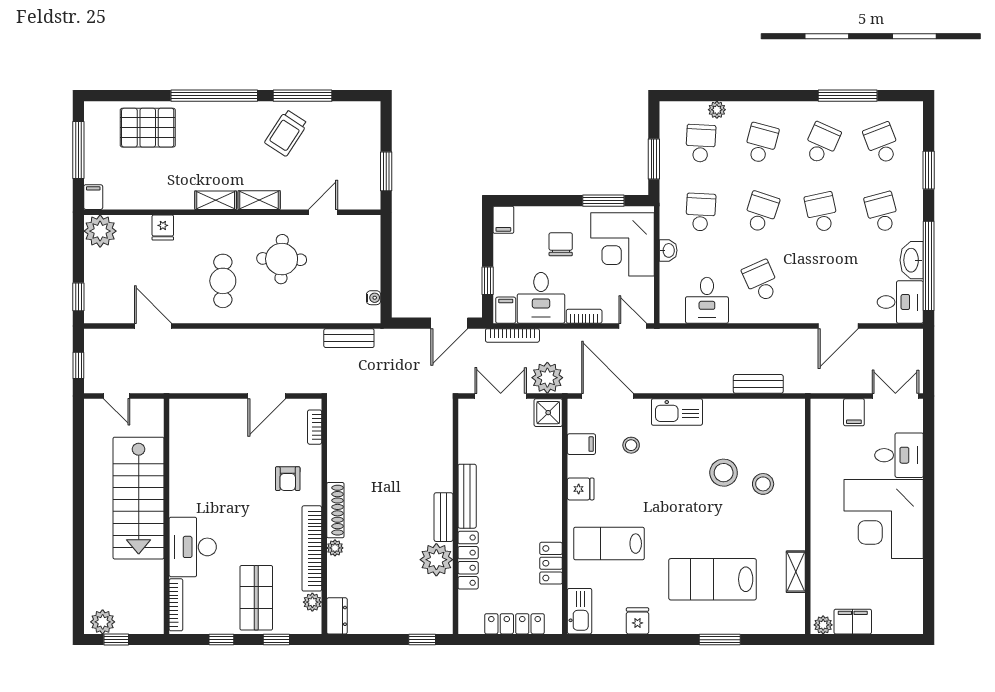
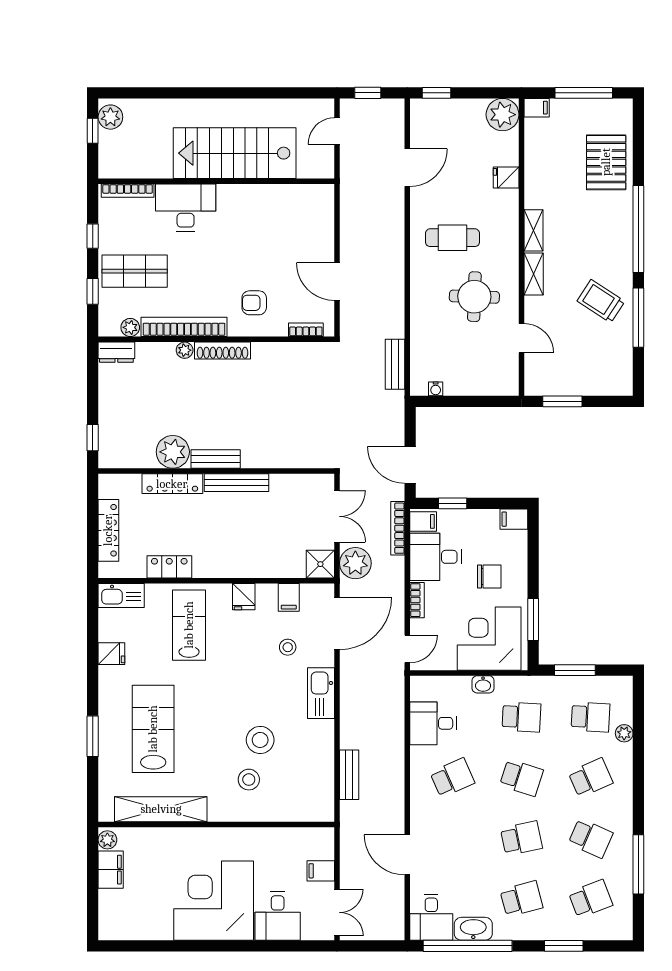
school desk: (761, 143) -> (591, 778), turned -39
shelving: (796, 572) -> (161, 809), width x2.20, depth x1.33

